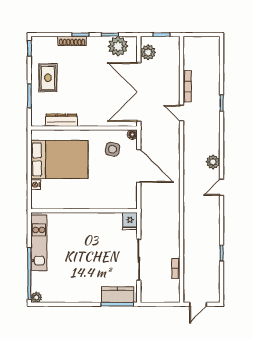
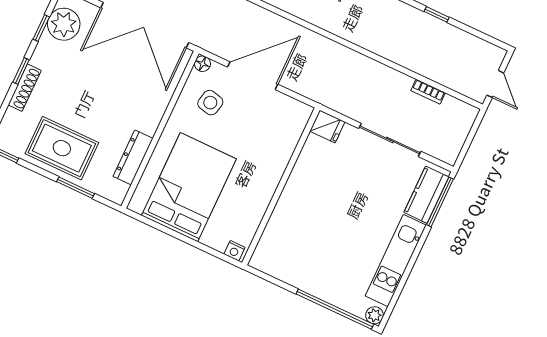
rug: (48, 78) -> (62, 148), width x1.36, depth x1.43
nightstand: (36, 185) -> (234, 251), moved
kitchen unit: (39, 243) -> (396, 260), moved, turned -90

